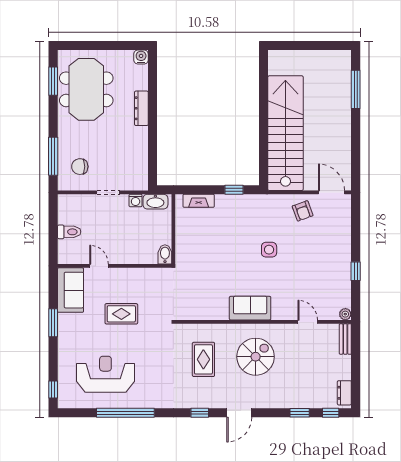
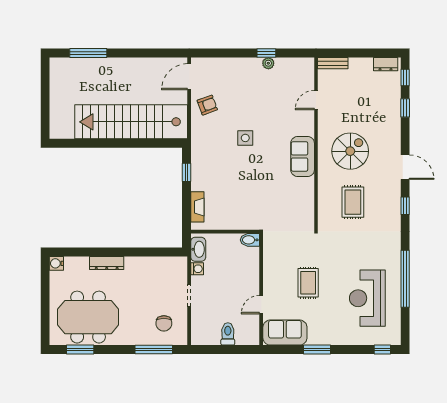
plant: (345, 314) -> (268, 63), moved
spiral stairs: (256, 357) -> (350, 151), turned 90
rug: (203, 359) -> (353, 202), turned 90

